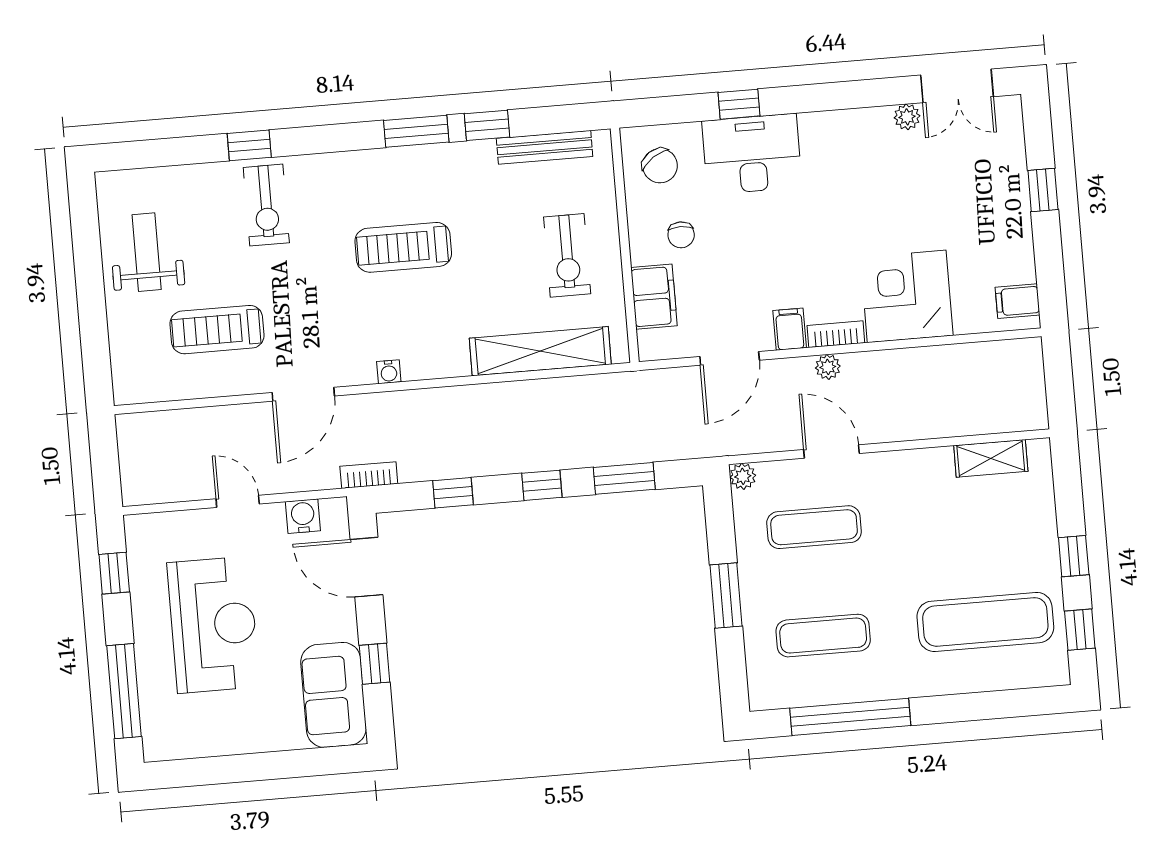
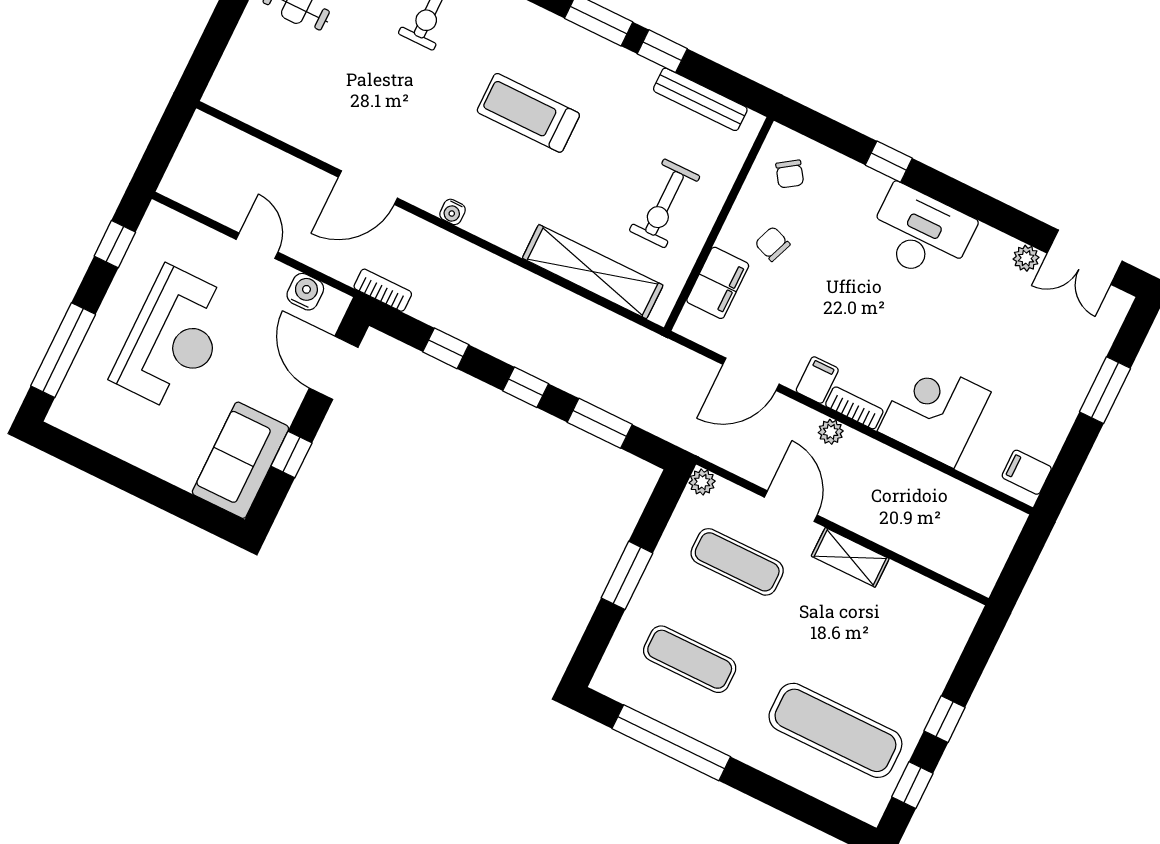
desk: (752, 154) -> (921, 234), moved
chair: (660, 166) -> (790, 174), width x0.73, depth x0.73
window: (1043, 190) -> (1105, 390), width x1.50
chair: (681, 235) -> (772, 244), turned 111
treadmill: (217, 330) -> (327, 88), removed
shelving: (991, 458) -> (850, 557), moved

